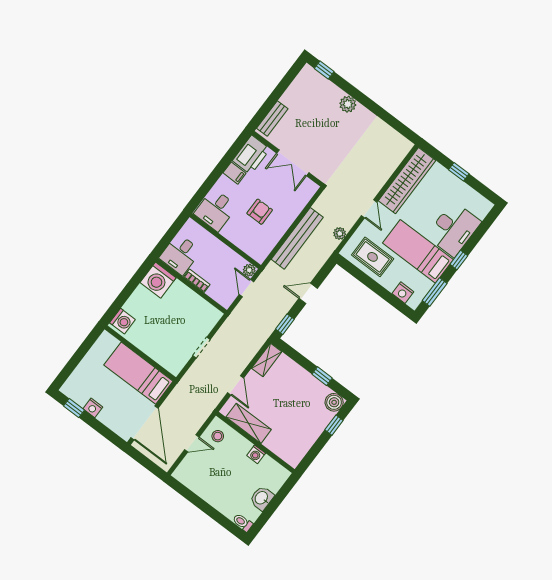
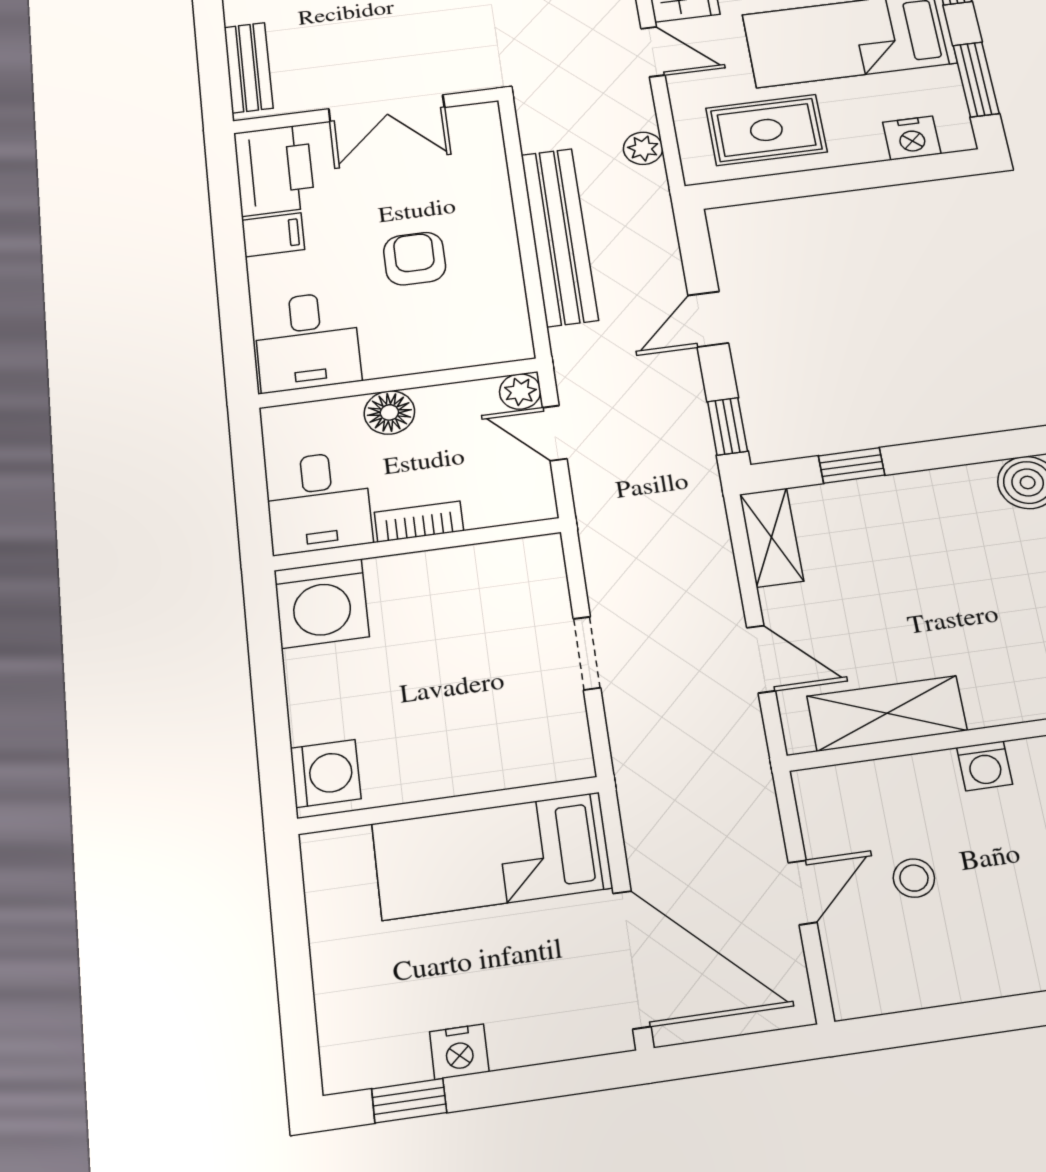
floor lamp: (216, 247) -> (389, 412), added
window: (322, 376) -> (852, 465), moved
stool: (218, 436) -> (914, 878), moved

